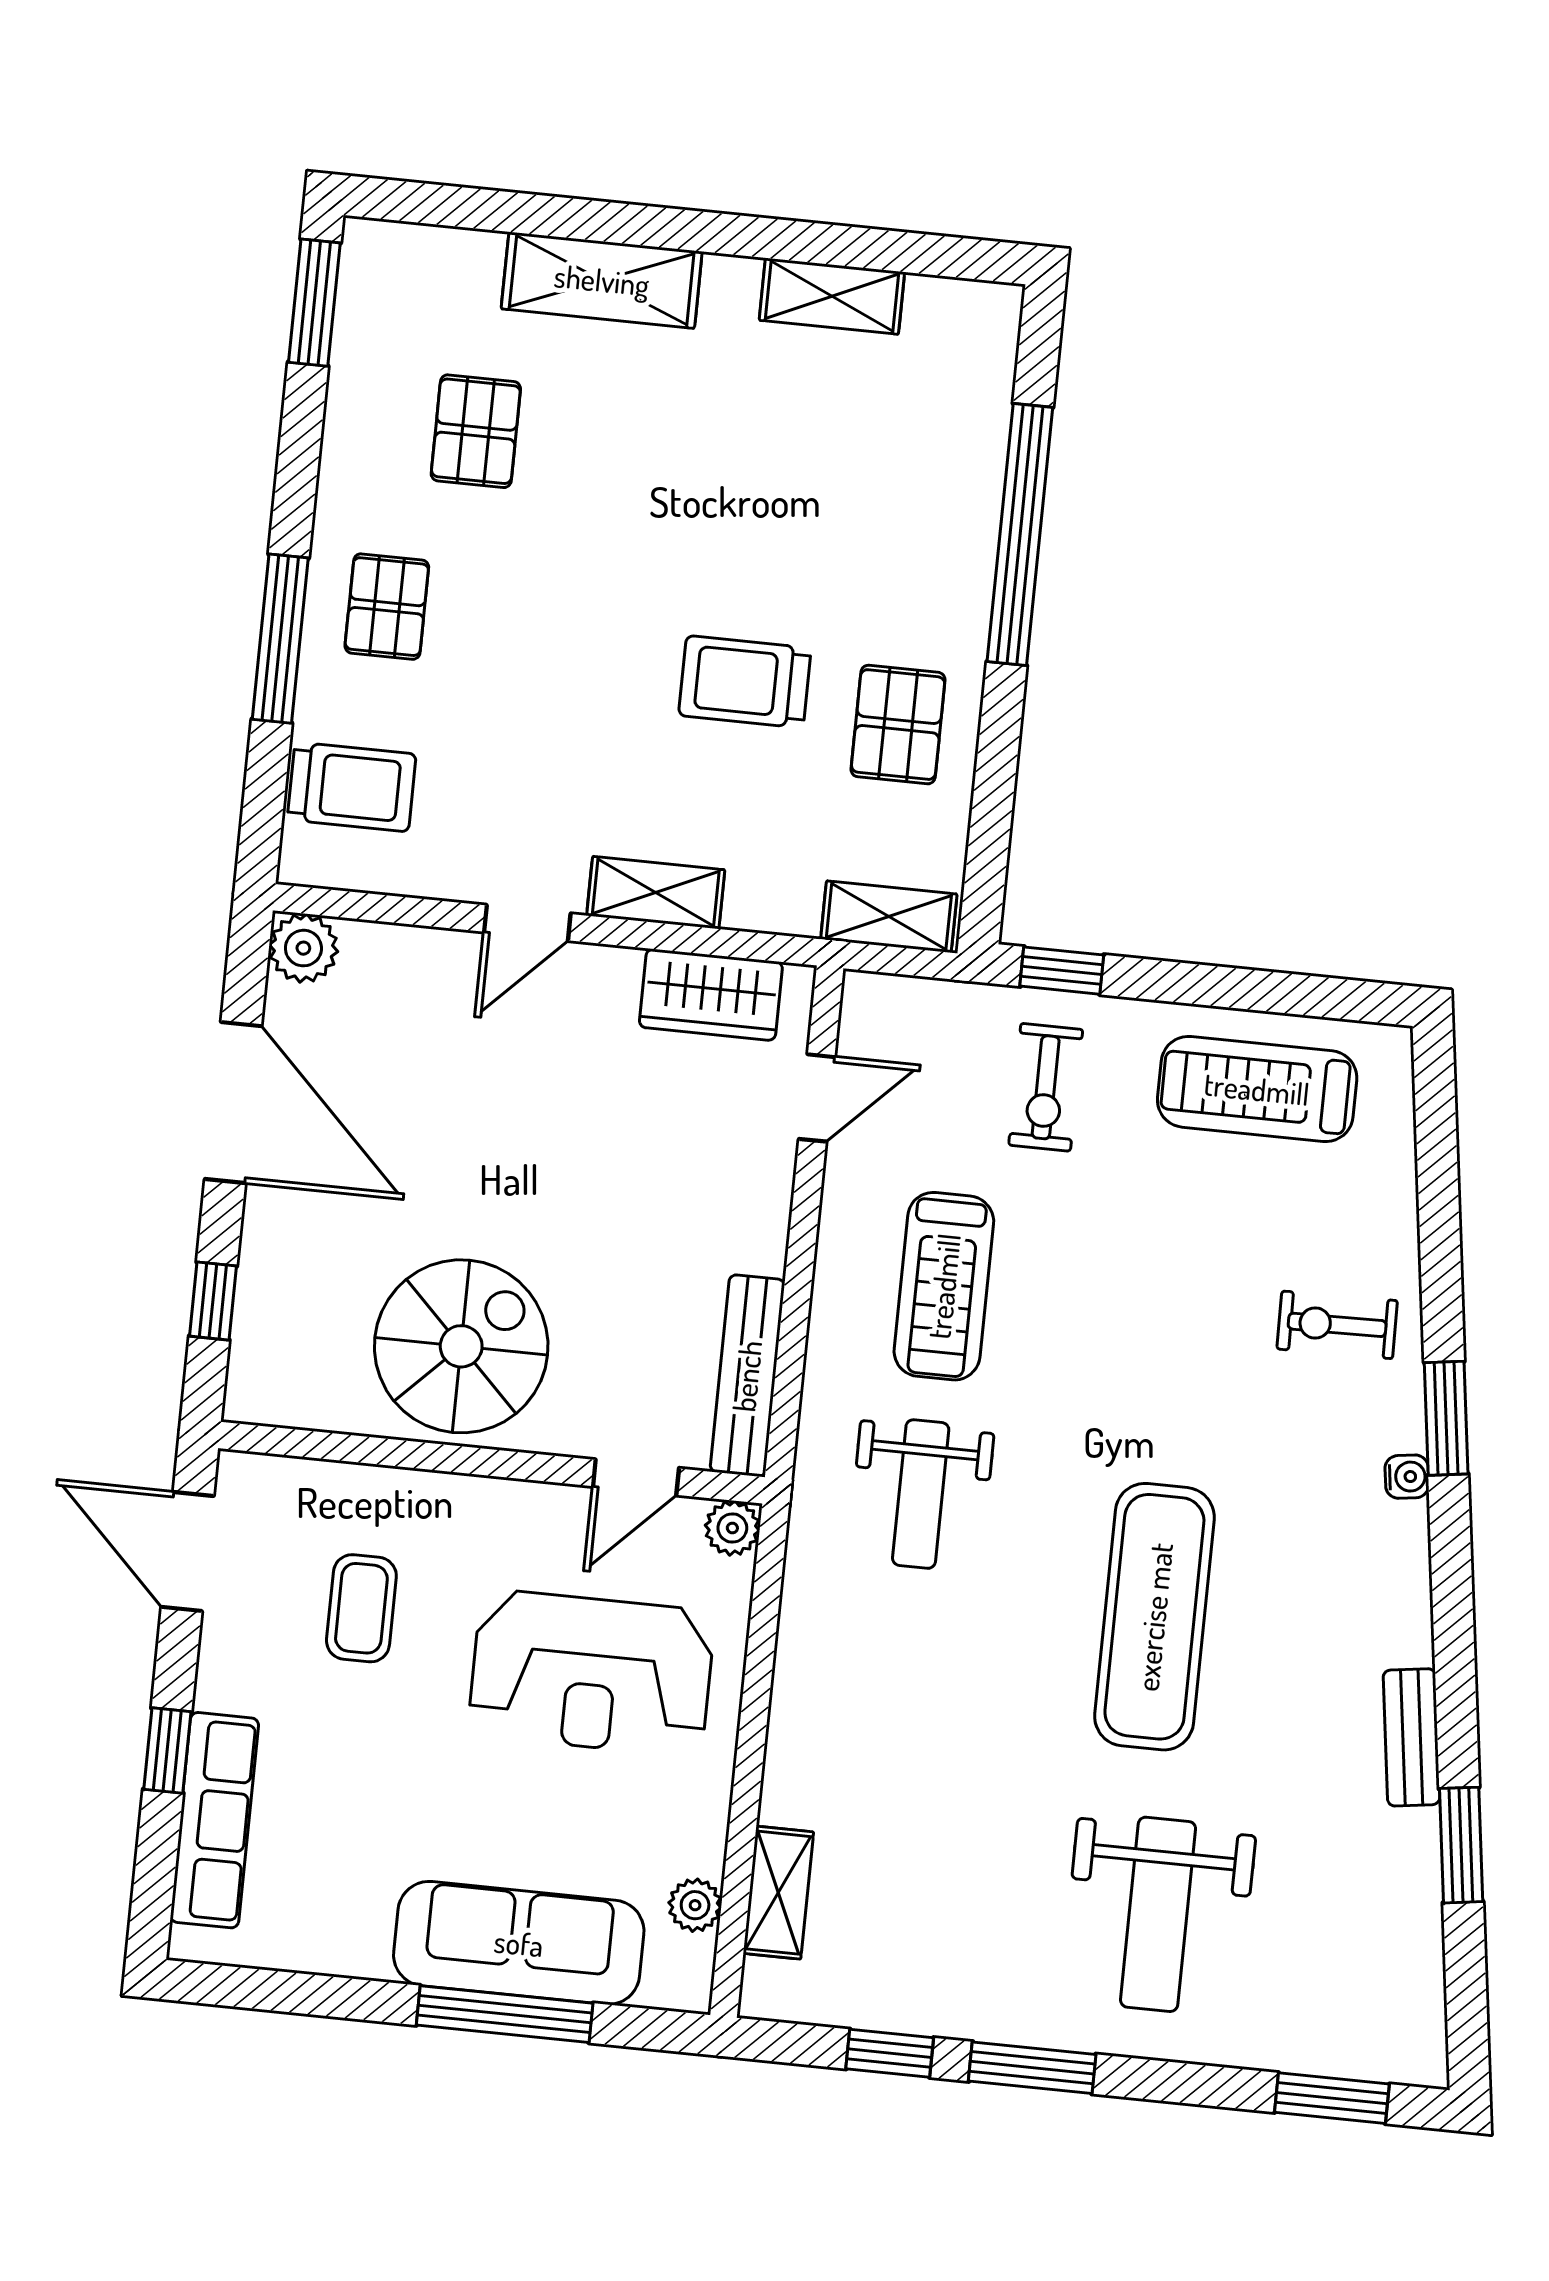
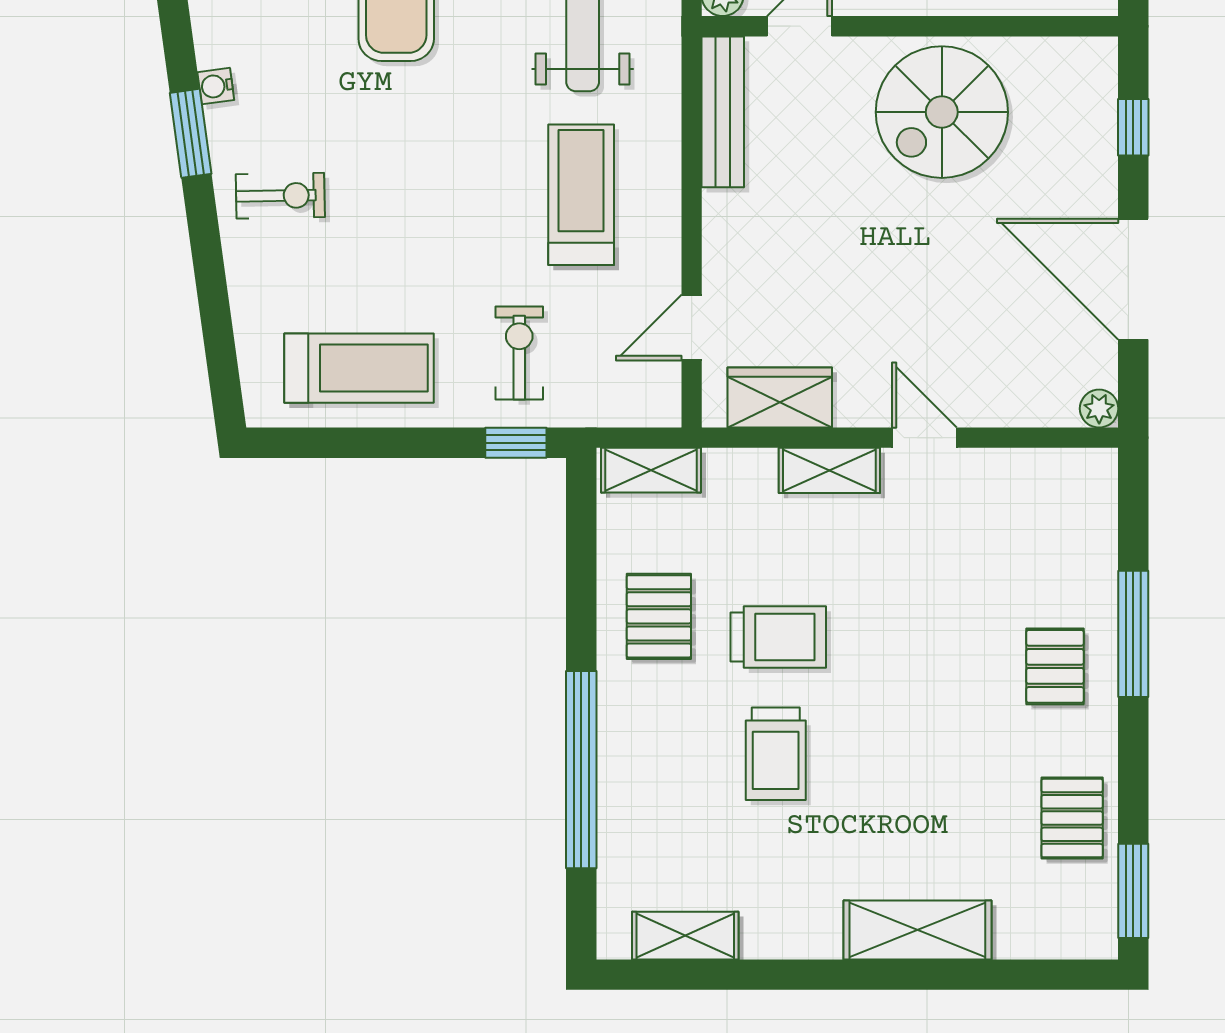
shelving: (832, 296) -> (685, 936), moved
pallet: (476, 431) -> (1072, 818), moved
trolley: (352, 787) -> (776, 754), moved, turned -90
door: (527, 923) -> (924, 438), hinge flipped
plant: (303, 948) -> (1099, 409), width x0.73, depth x0.73

